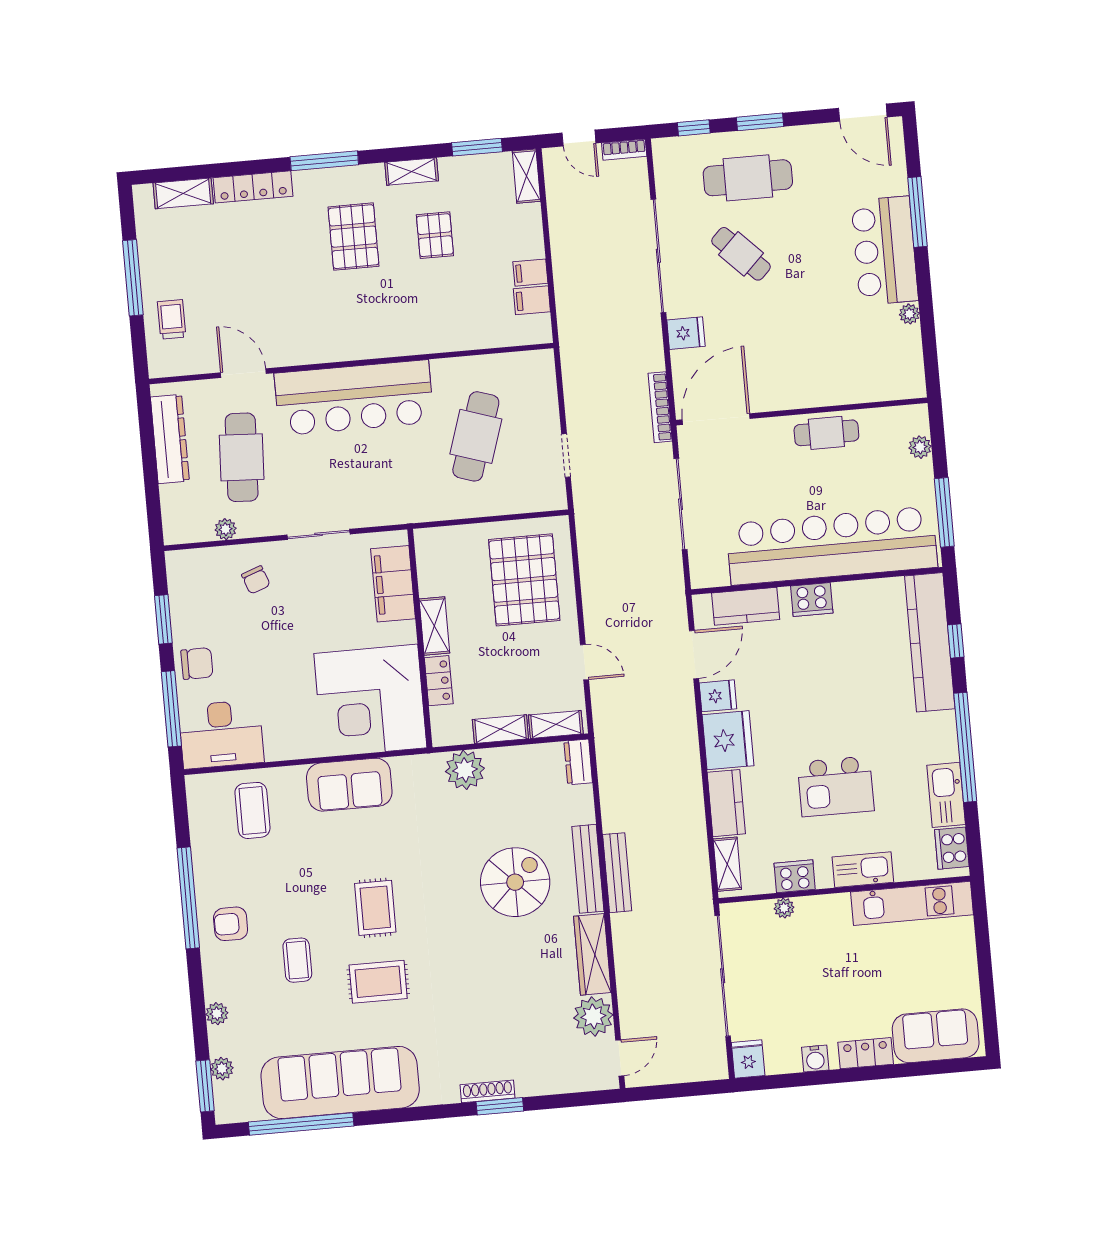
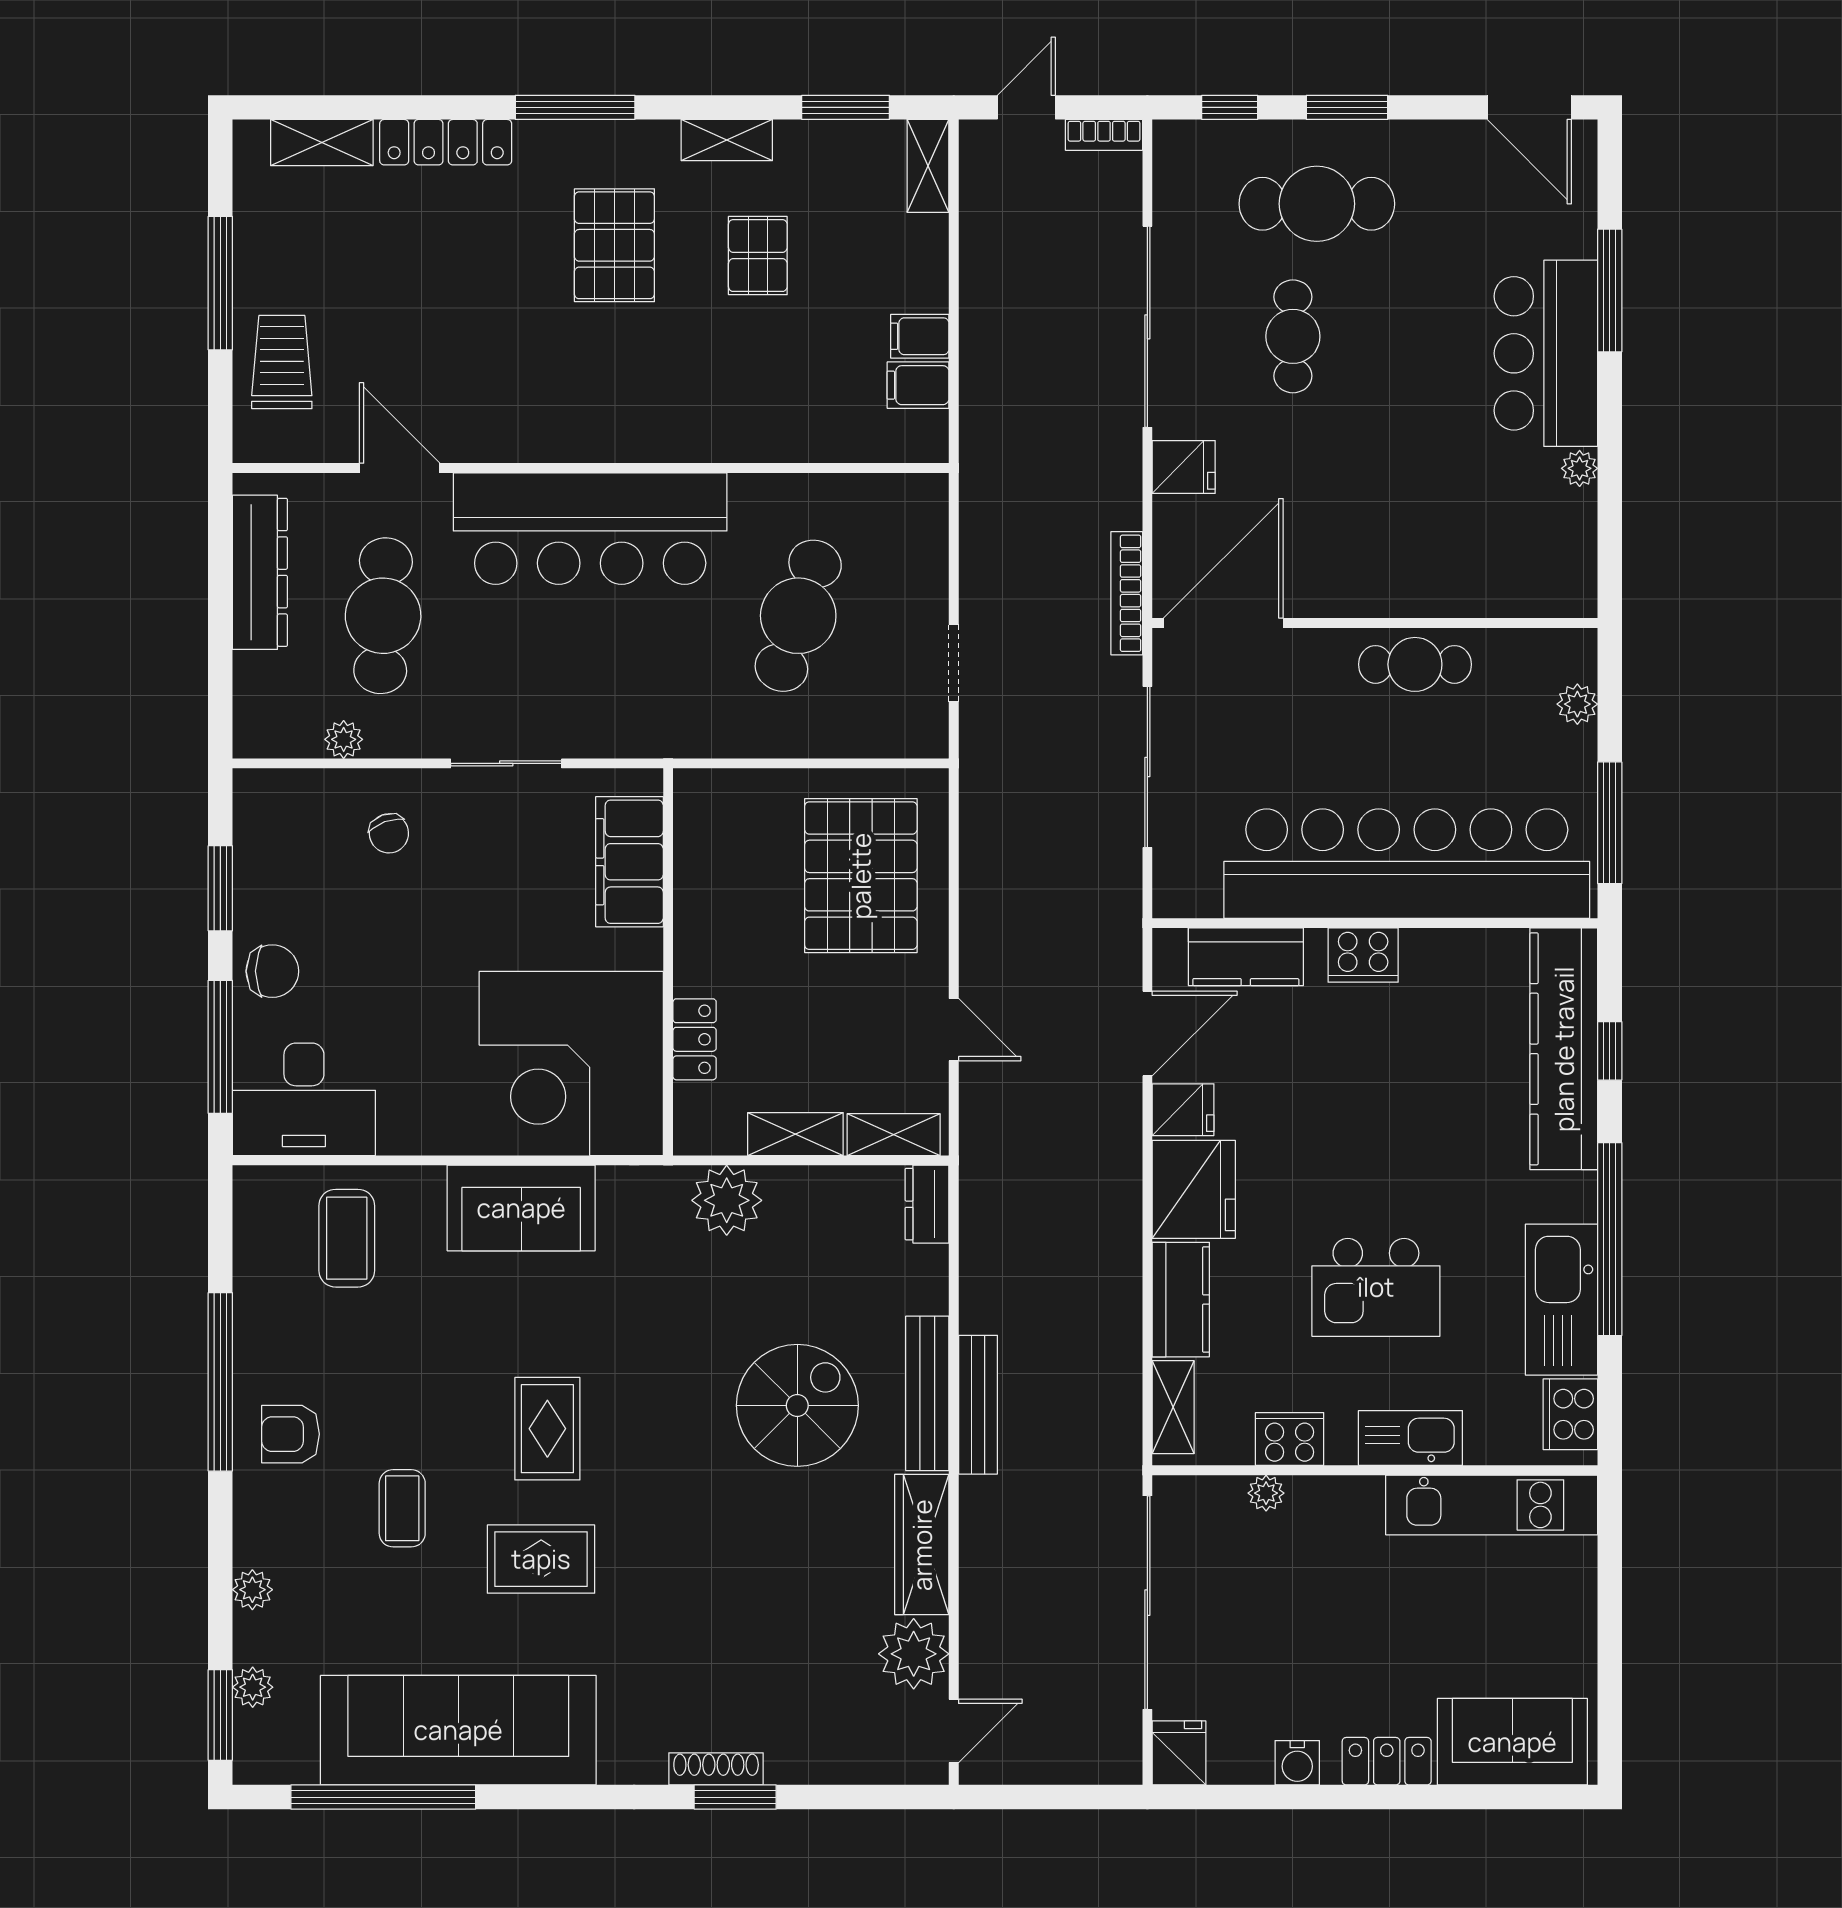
door: (579, 138) -> (1026, 107), swing flipped
cafe table: (741, 254) -> (1293, 336), turned 45
trolley: (172, 319) -> (282, 362), width x1.36, depth x1.39
shelving: (434, 626) -> (695, 943), removed
kitchen sink: (946, 795) -> (1561, 1300), width x1.36, depth x1.24

